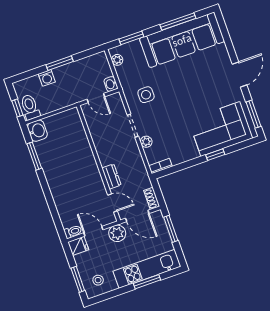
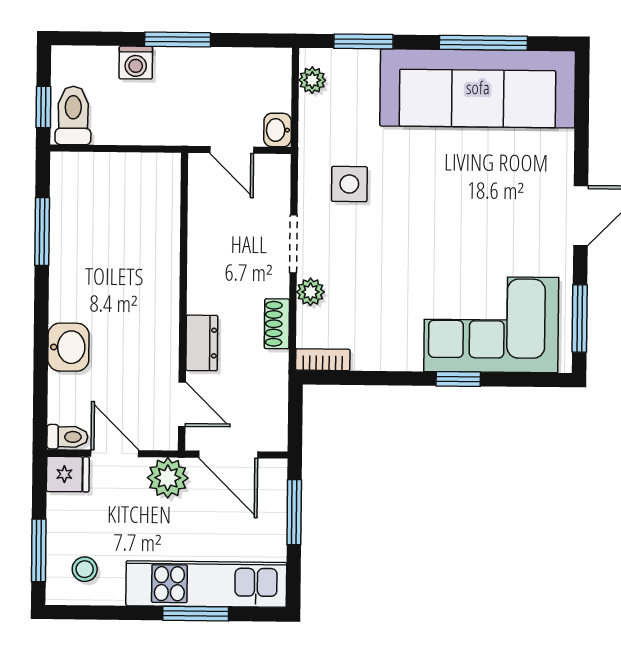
washbasin: (37, 131) -> (68, 347), moved
shoe rack: (152, 198) -> (277, 324), moved

